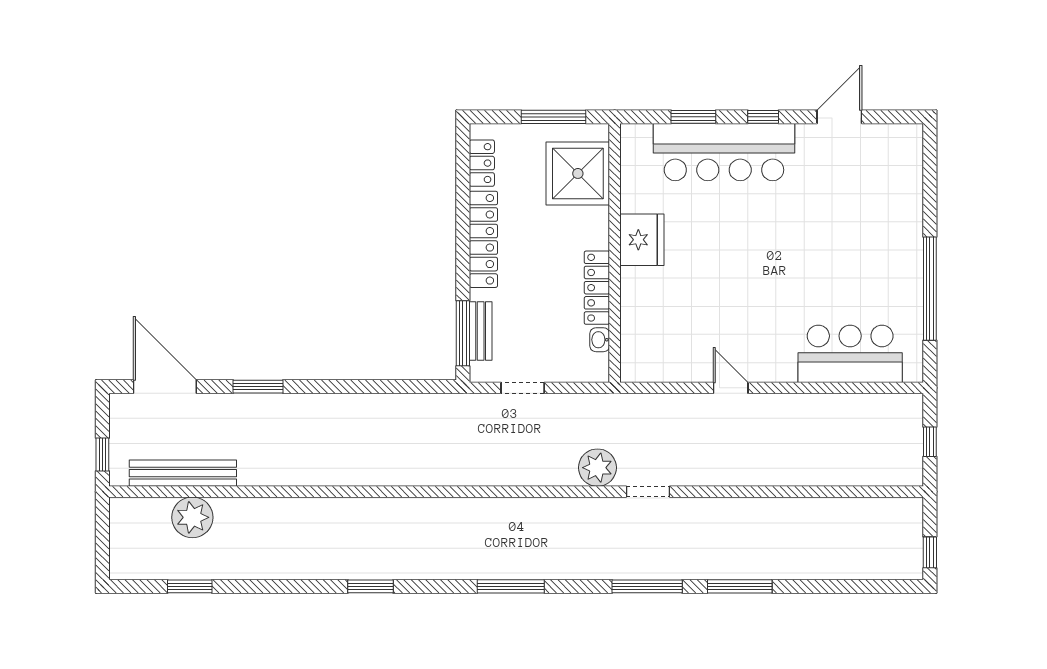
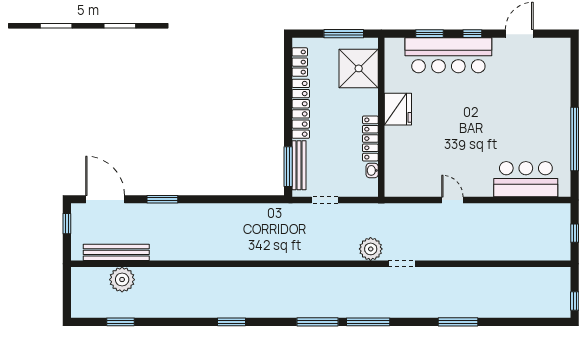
bench: (481, 331) -> (299, 165), width x1.36
window: (102, 454) -> (67, 224), moved
window: (647, 586) -> (368, 322), moved

